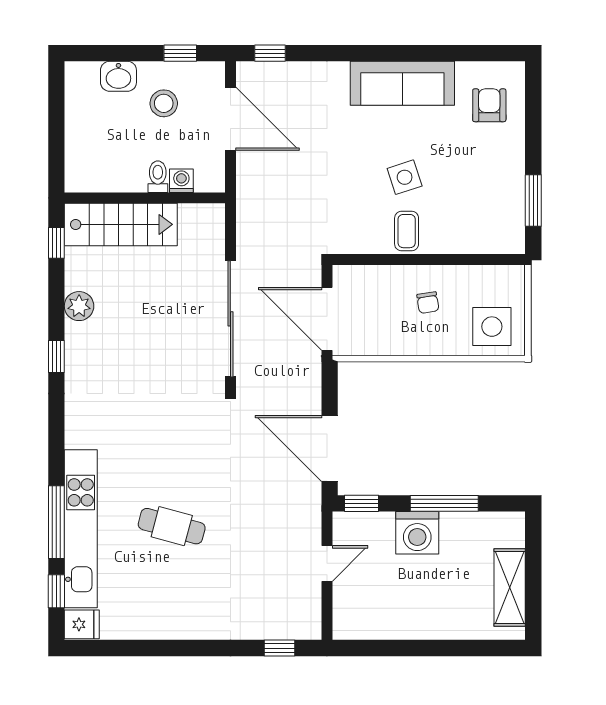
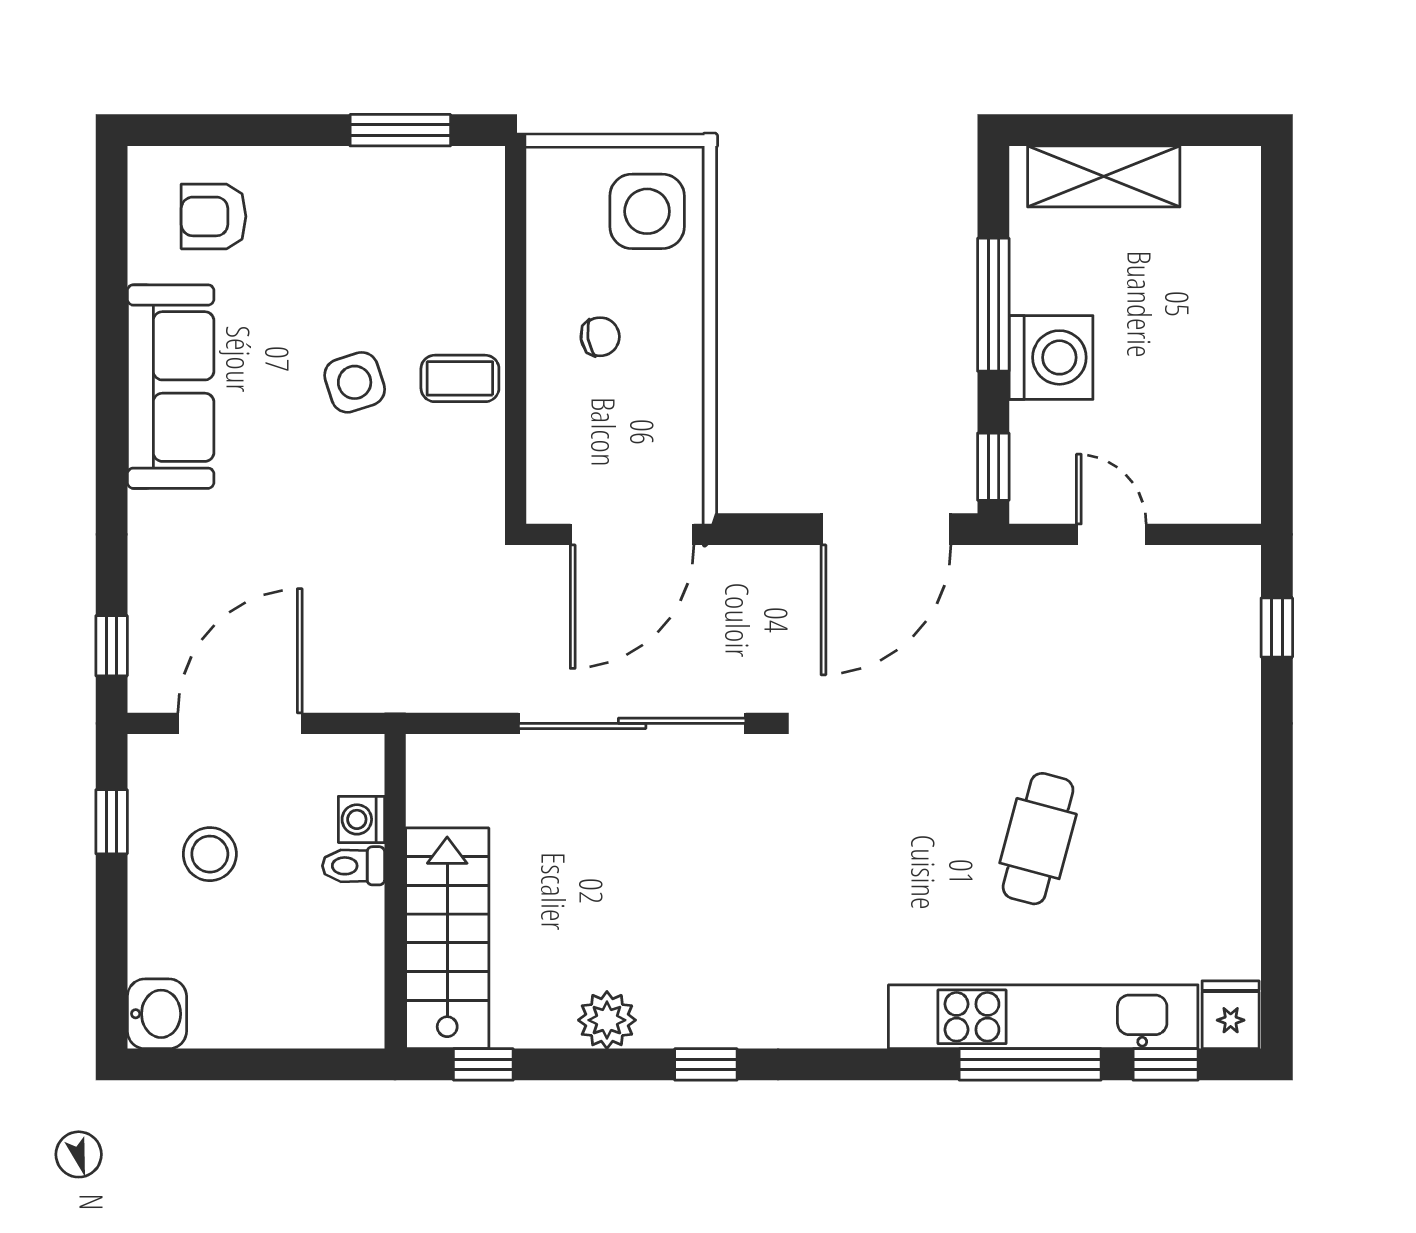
washbasin: (118, 76) -> (157, 1014), moved
shelving: (510, 587) -> (1104, 176), moved

